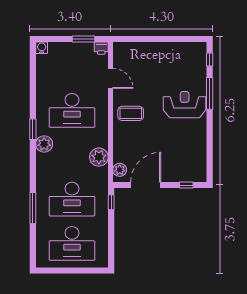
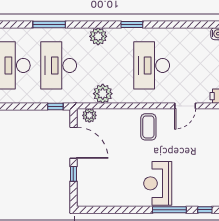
reception desk: (185, 105) -> (158, 183), turned 180
plant: (44, 144) -> (98, 36), moved
window: (186, 185) -> (73, 174), moved

